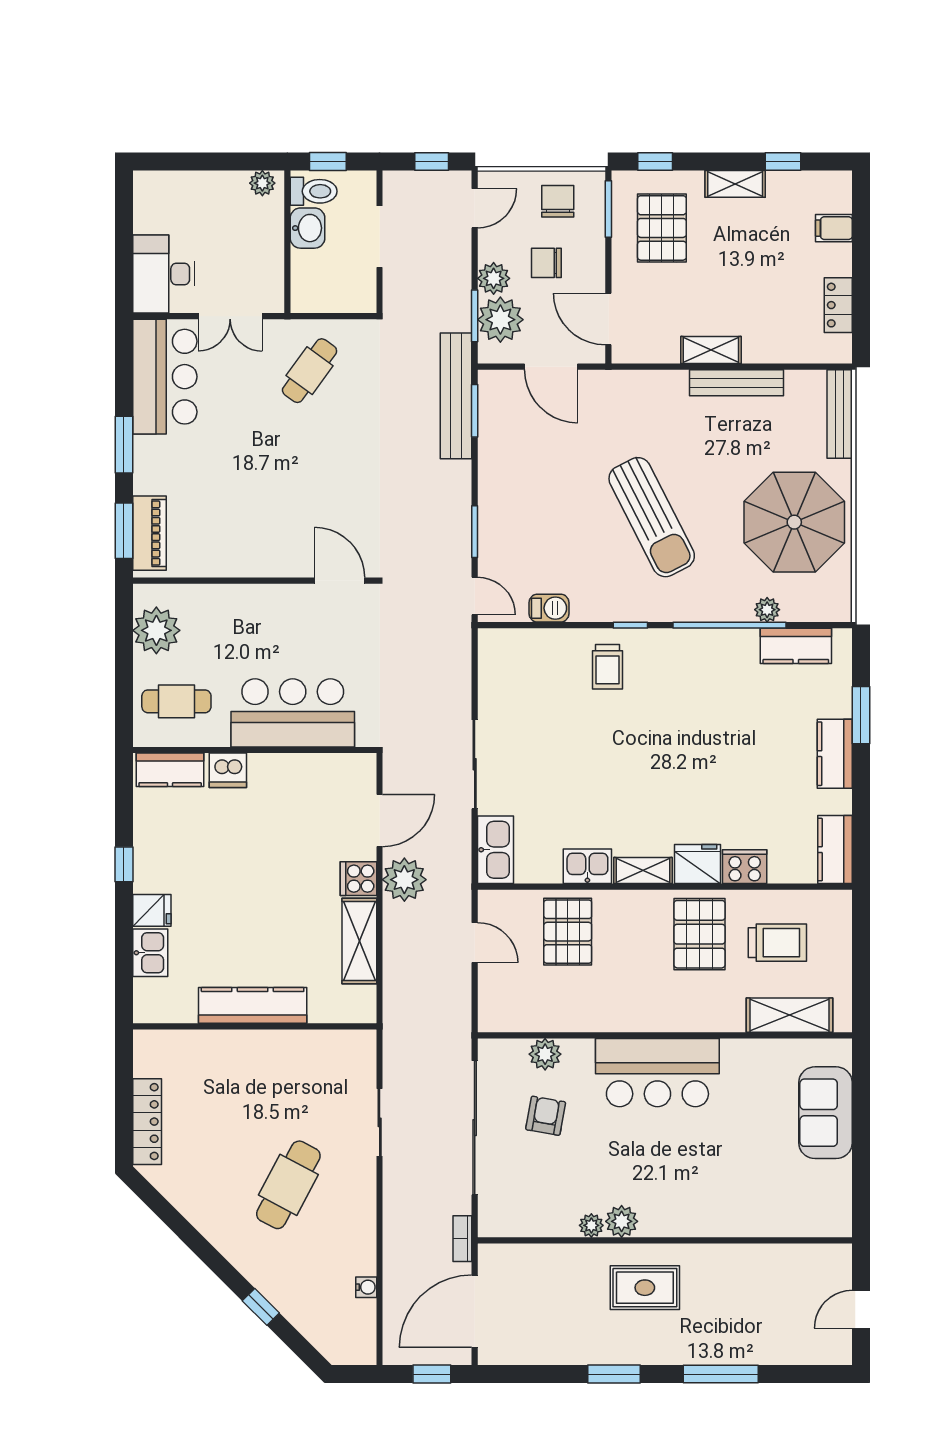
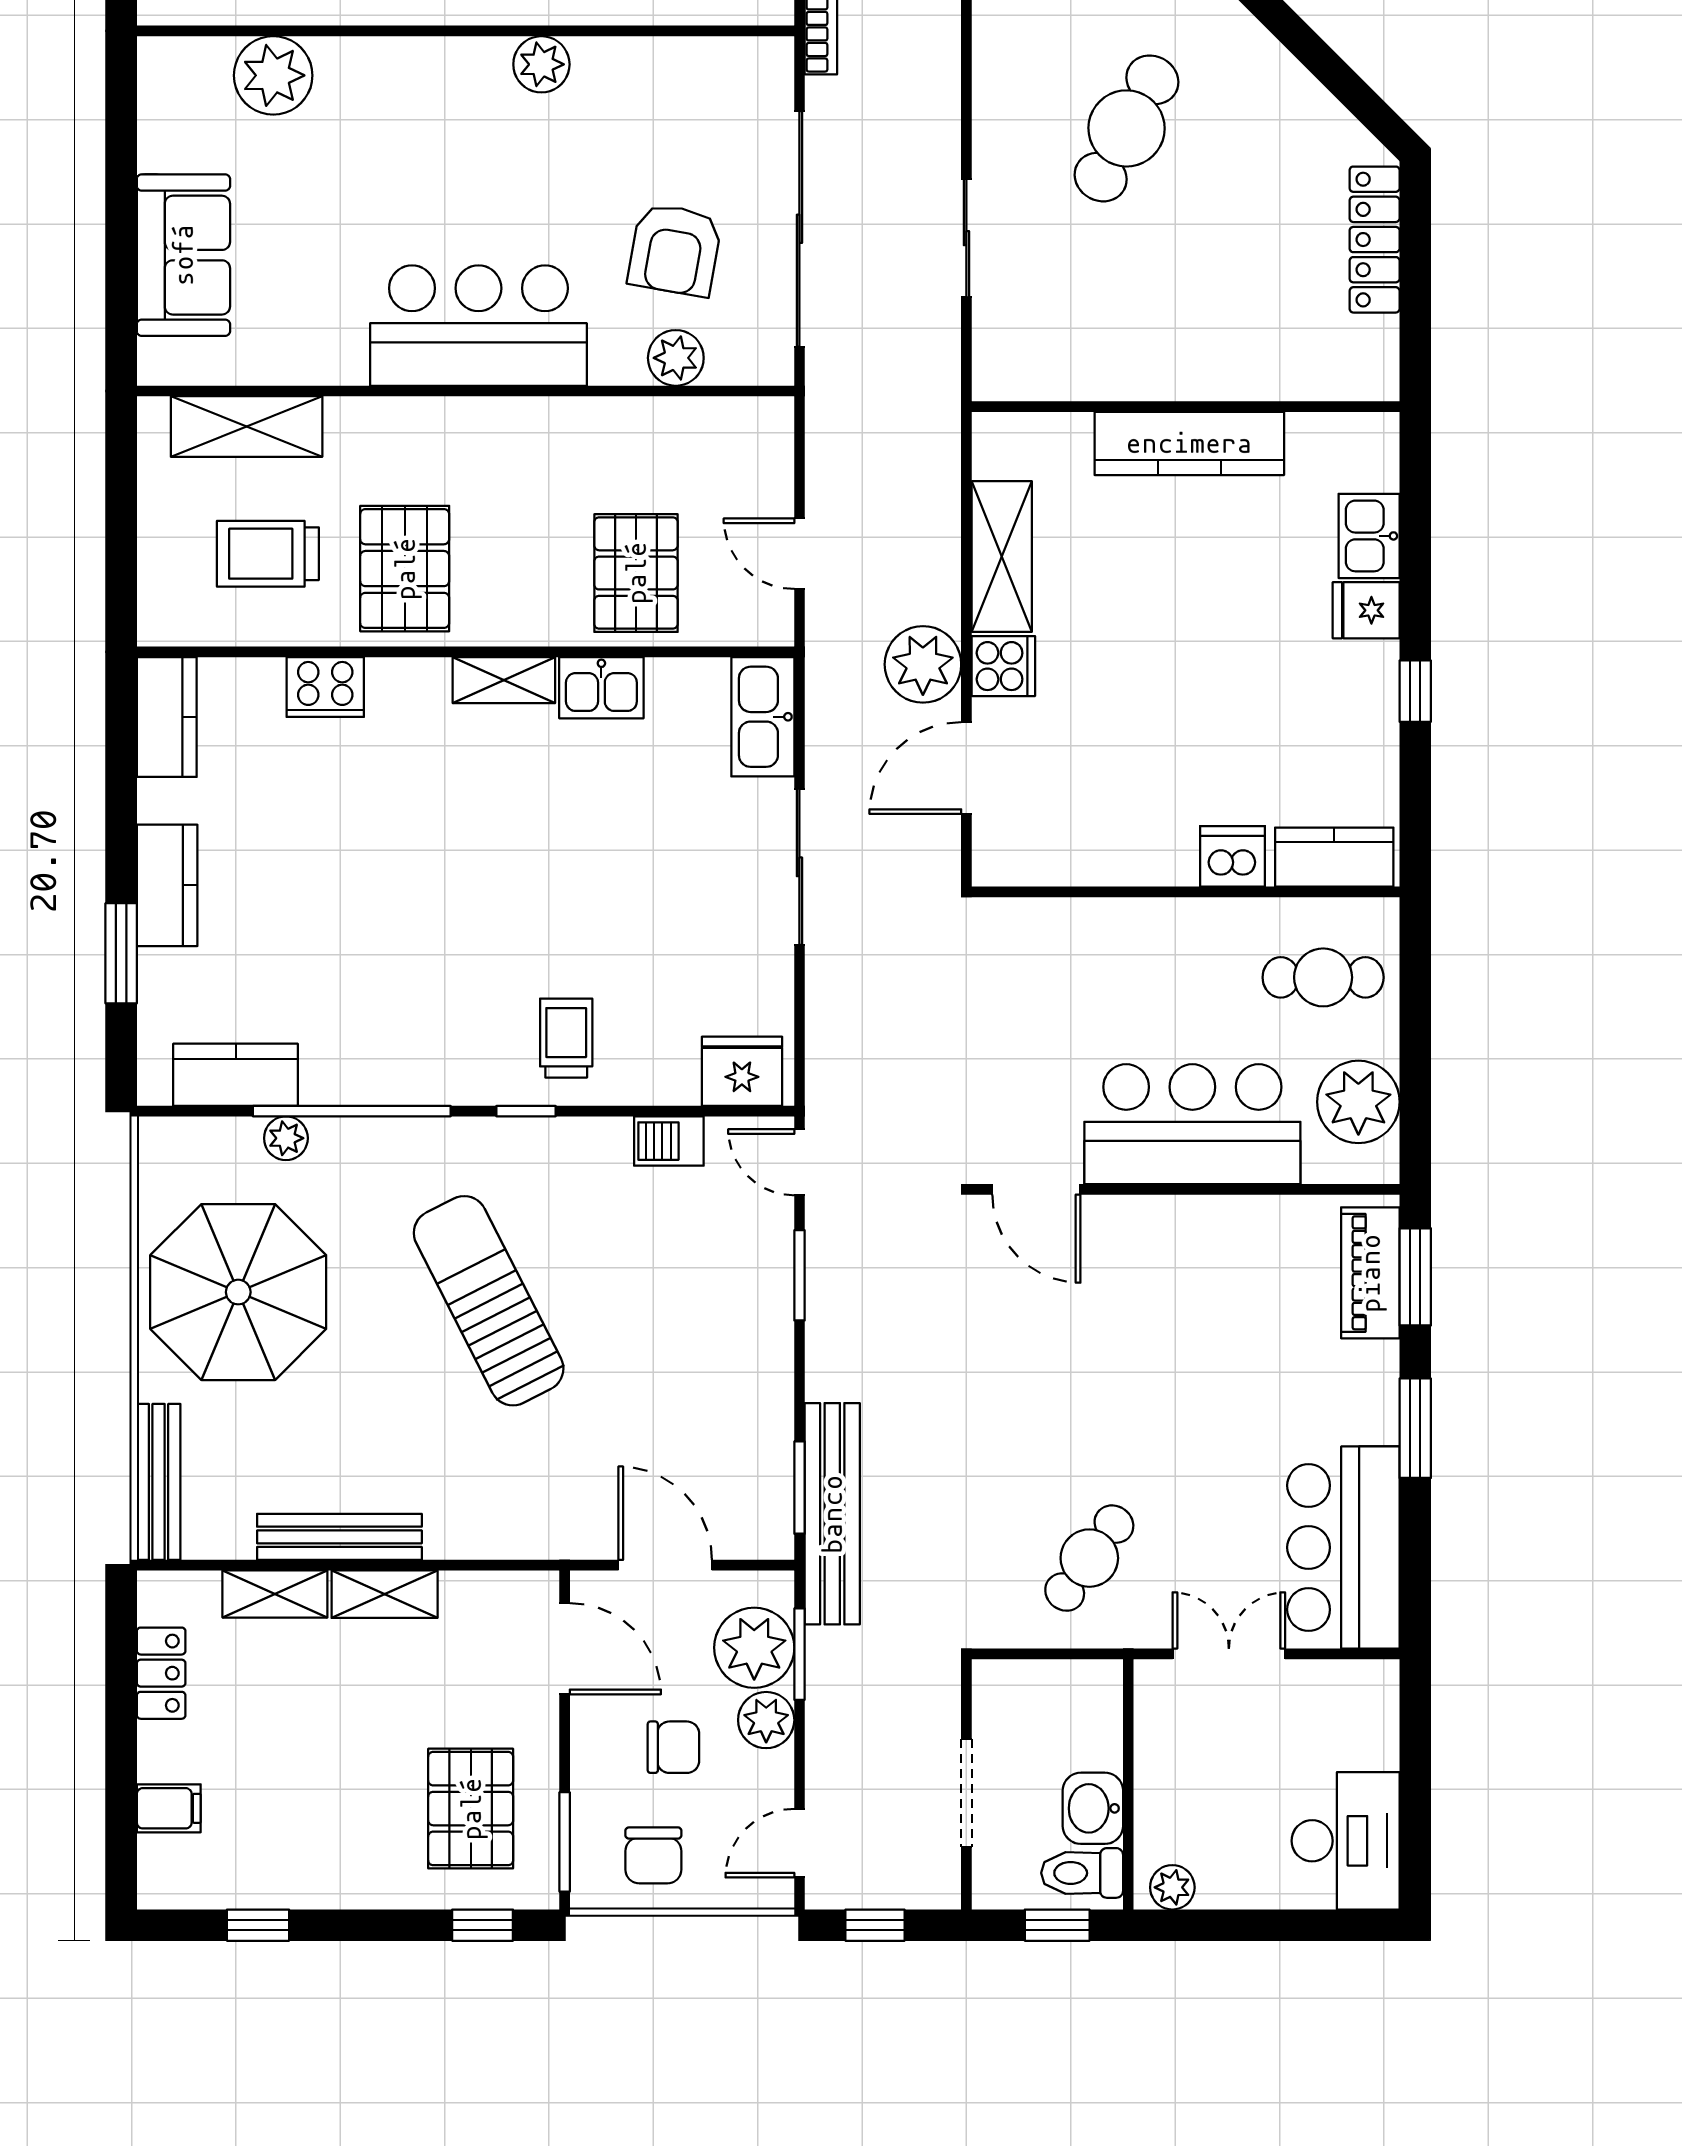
shelving: (735, 184) -> (275, 1594), moved
desk: (164, 274) -> (1346, 1841), moved
bar counter: (293, 713) -> (1192, 1124), moved, turned 180
fridge: (697, 864) -> (742, 1071), moved, turned 180
armchair: (546, 1116) -> (675, 250), width x1.38, depth x1.38
plant: (591, 1225) -> (273, 75), moved, width x1.87, depth x1.87

